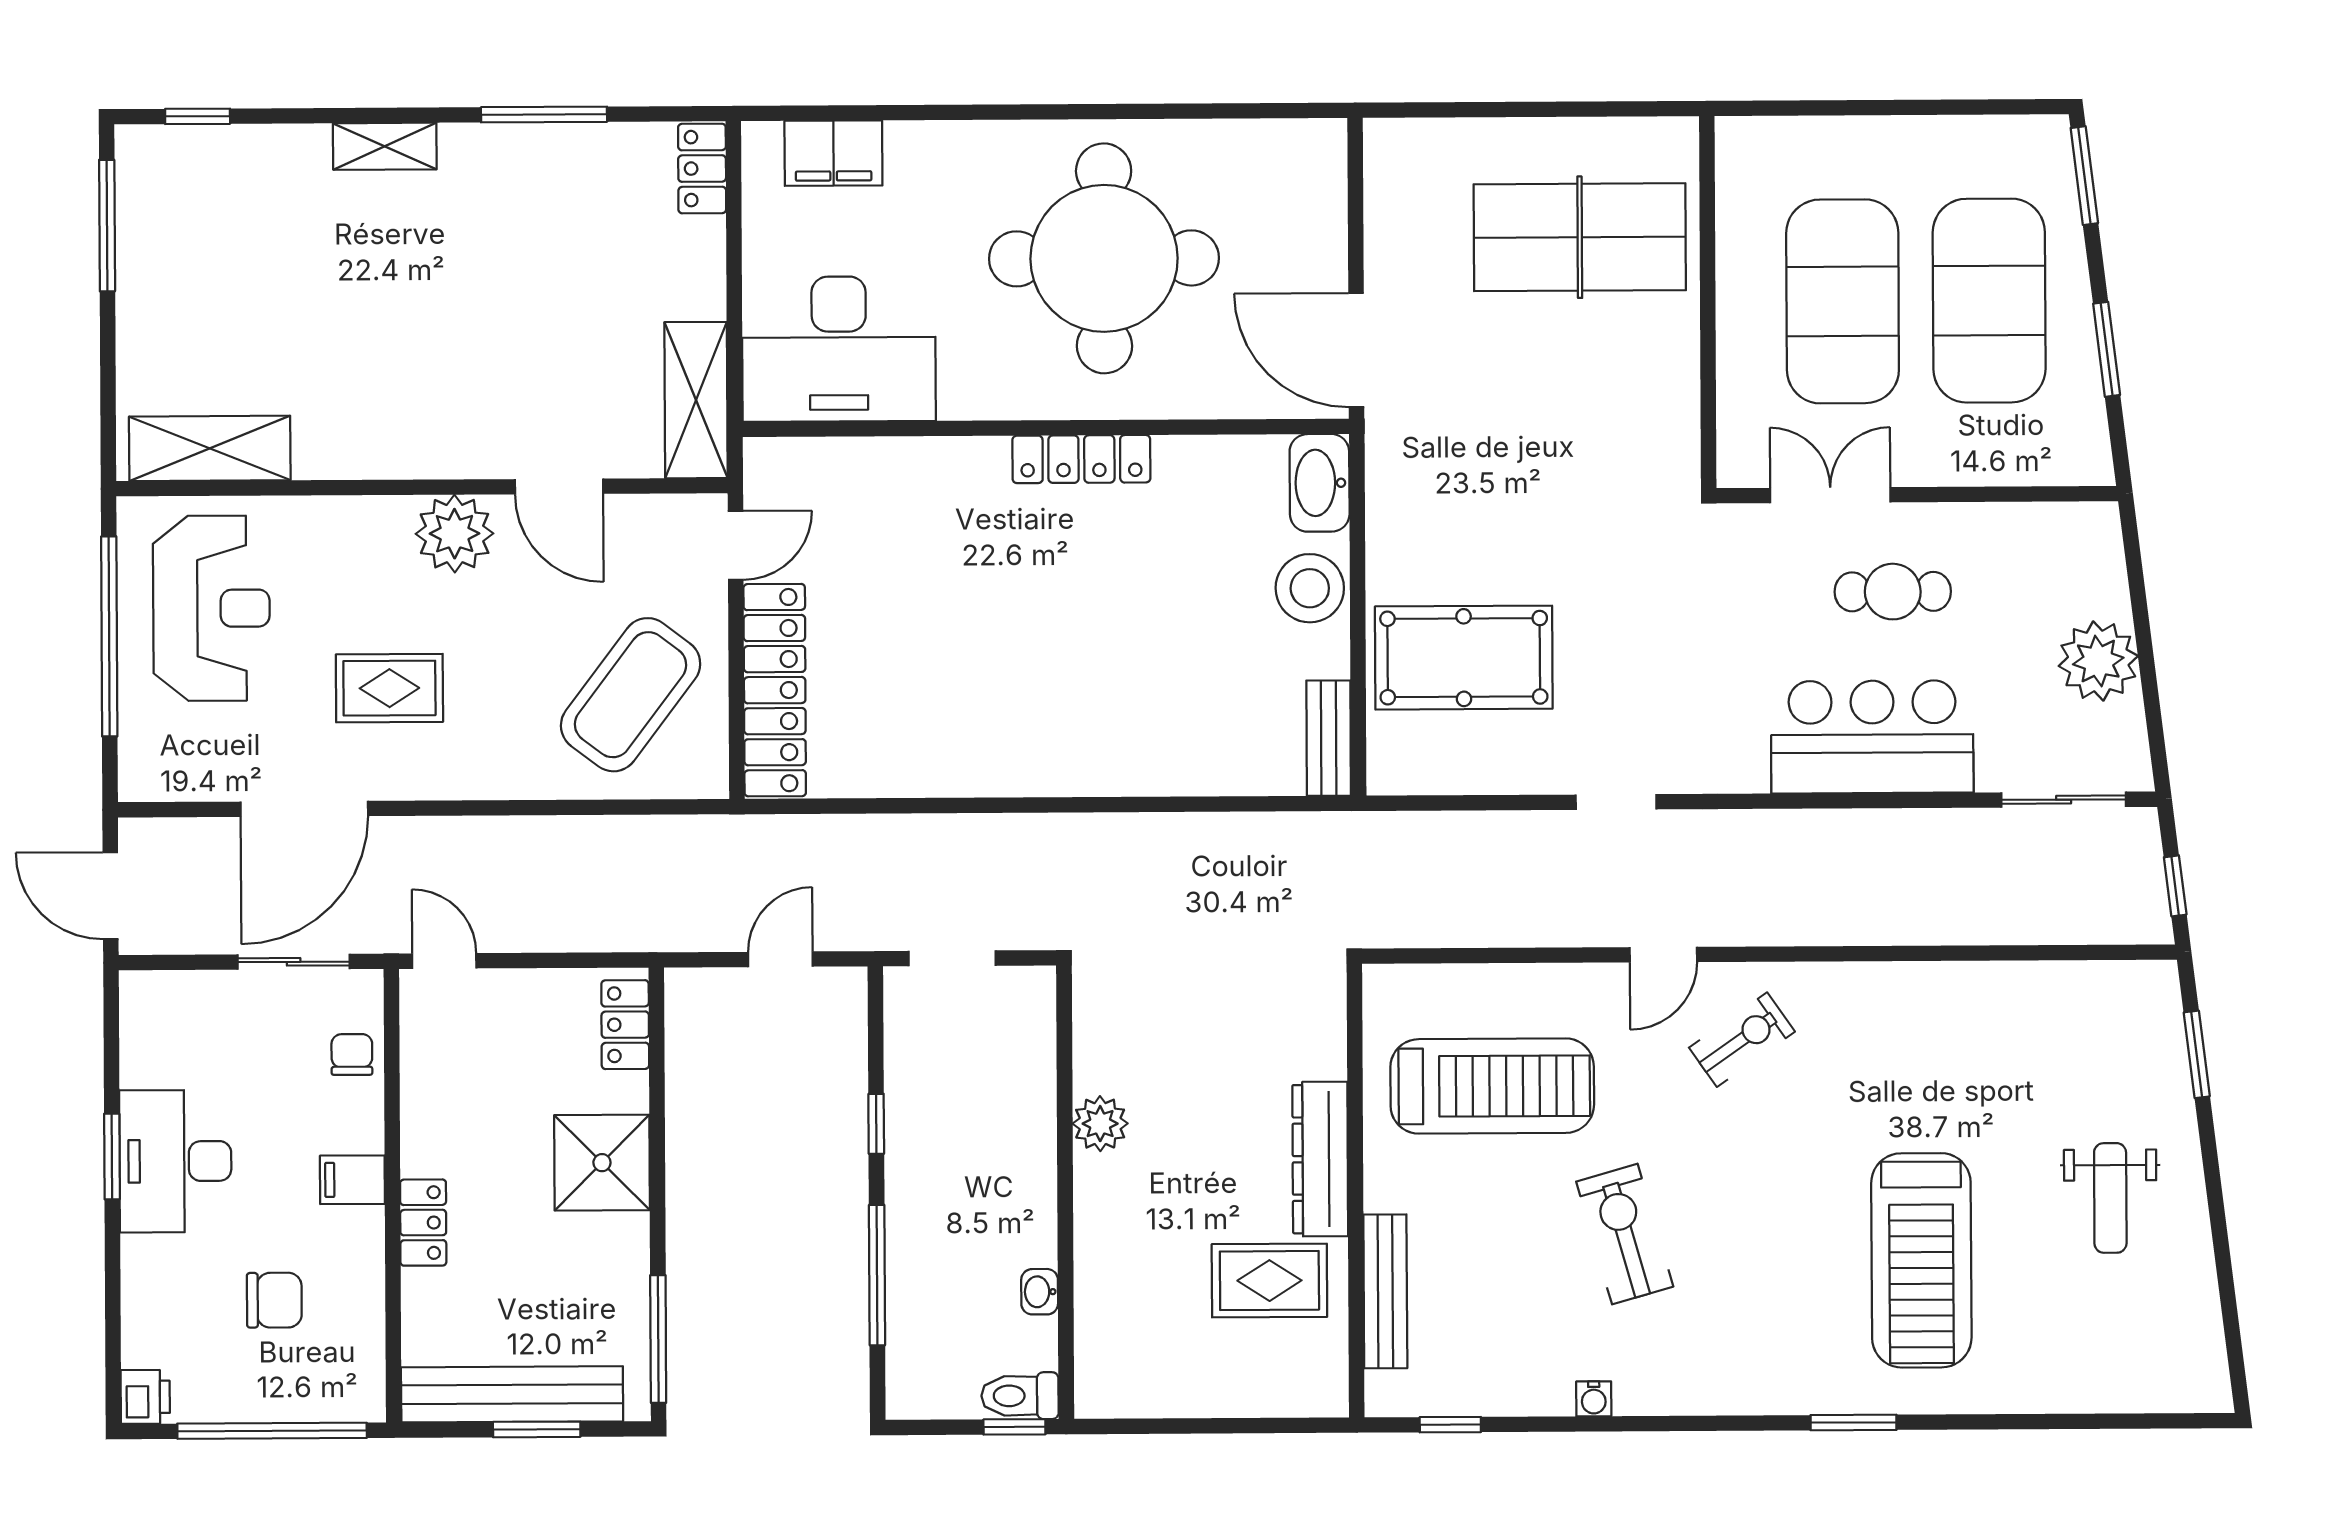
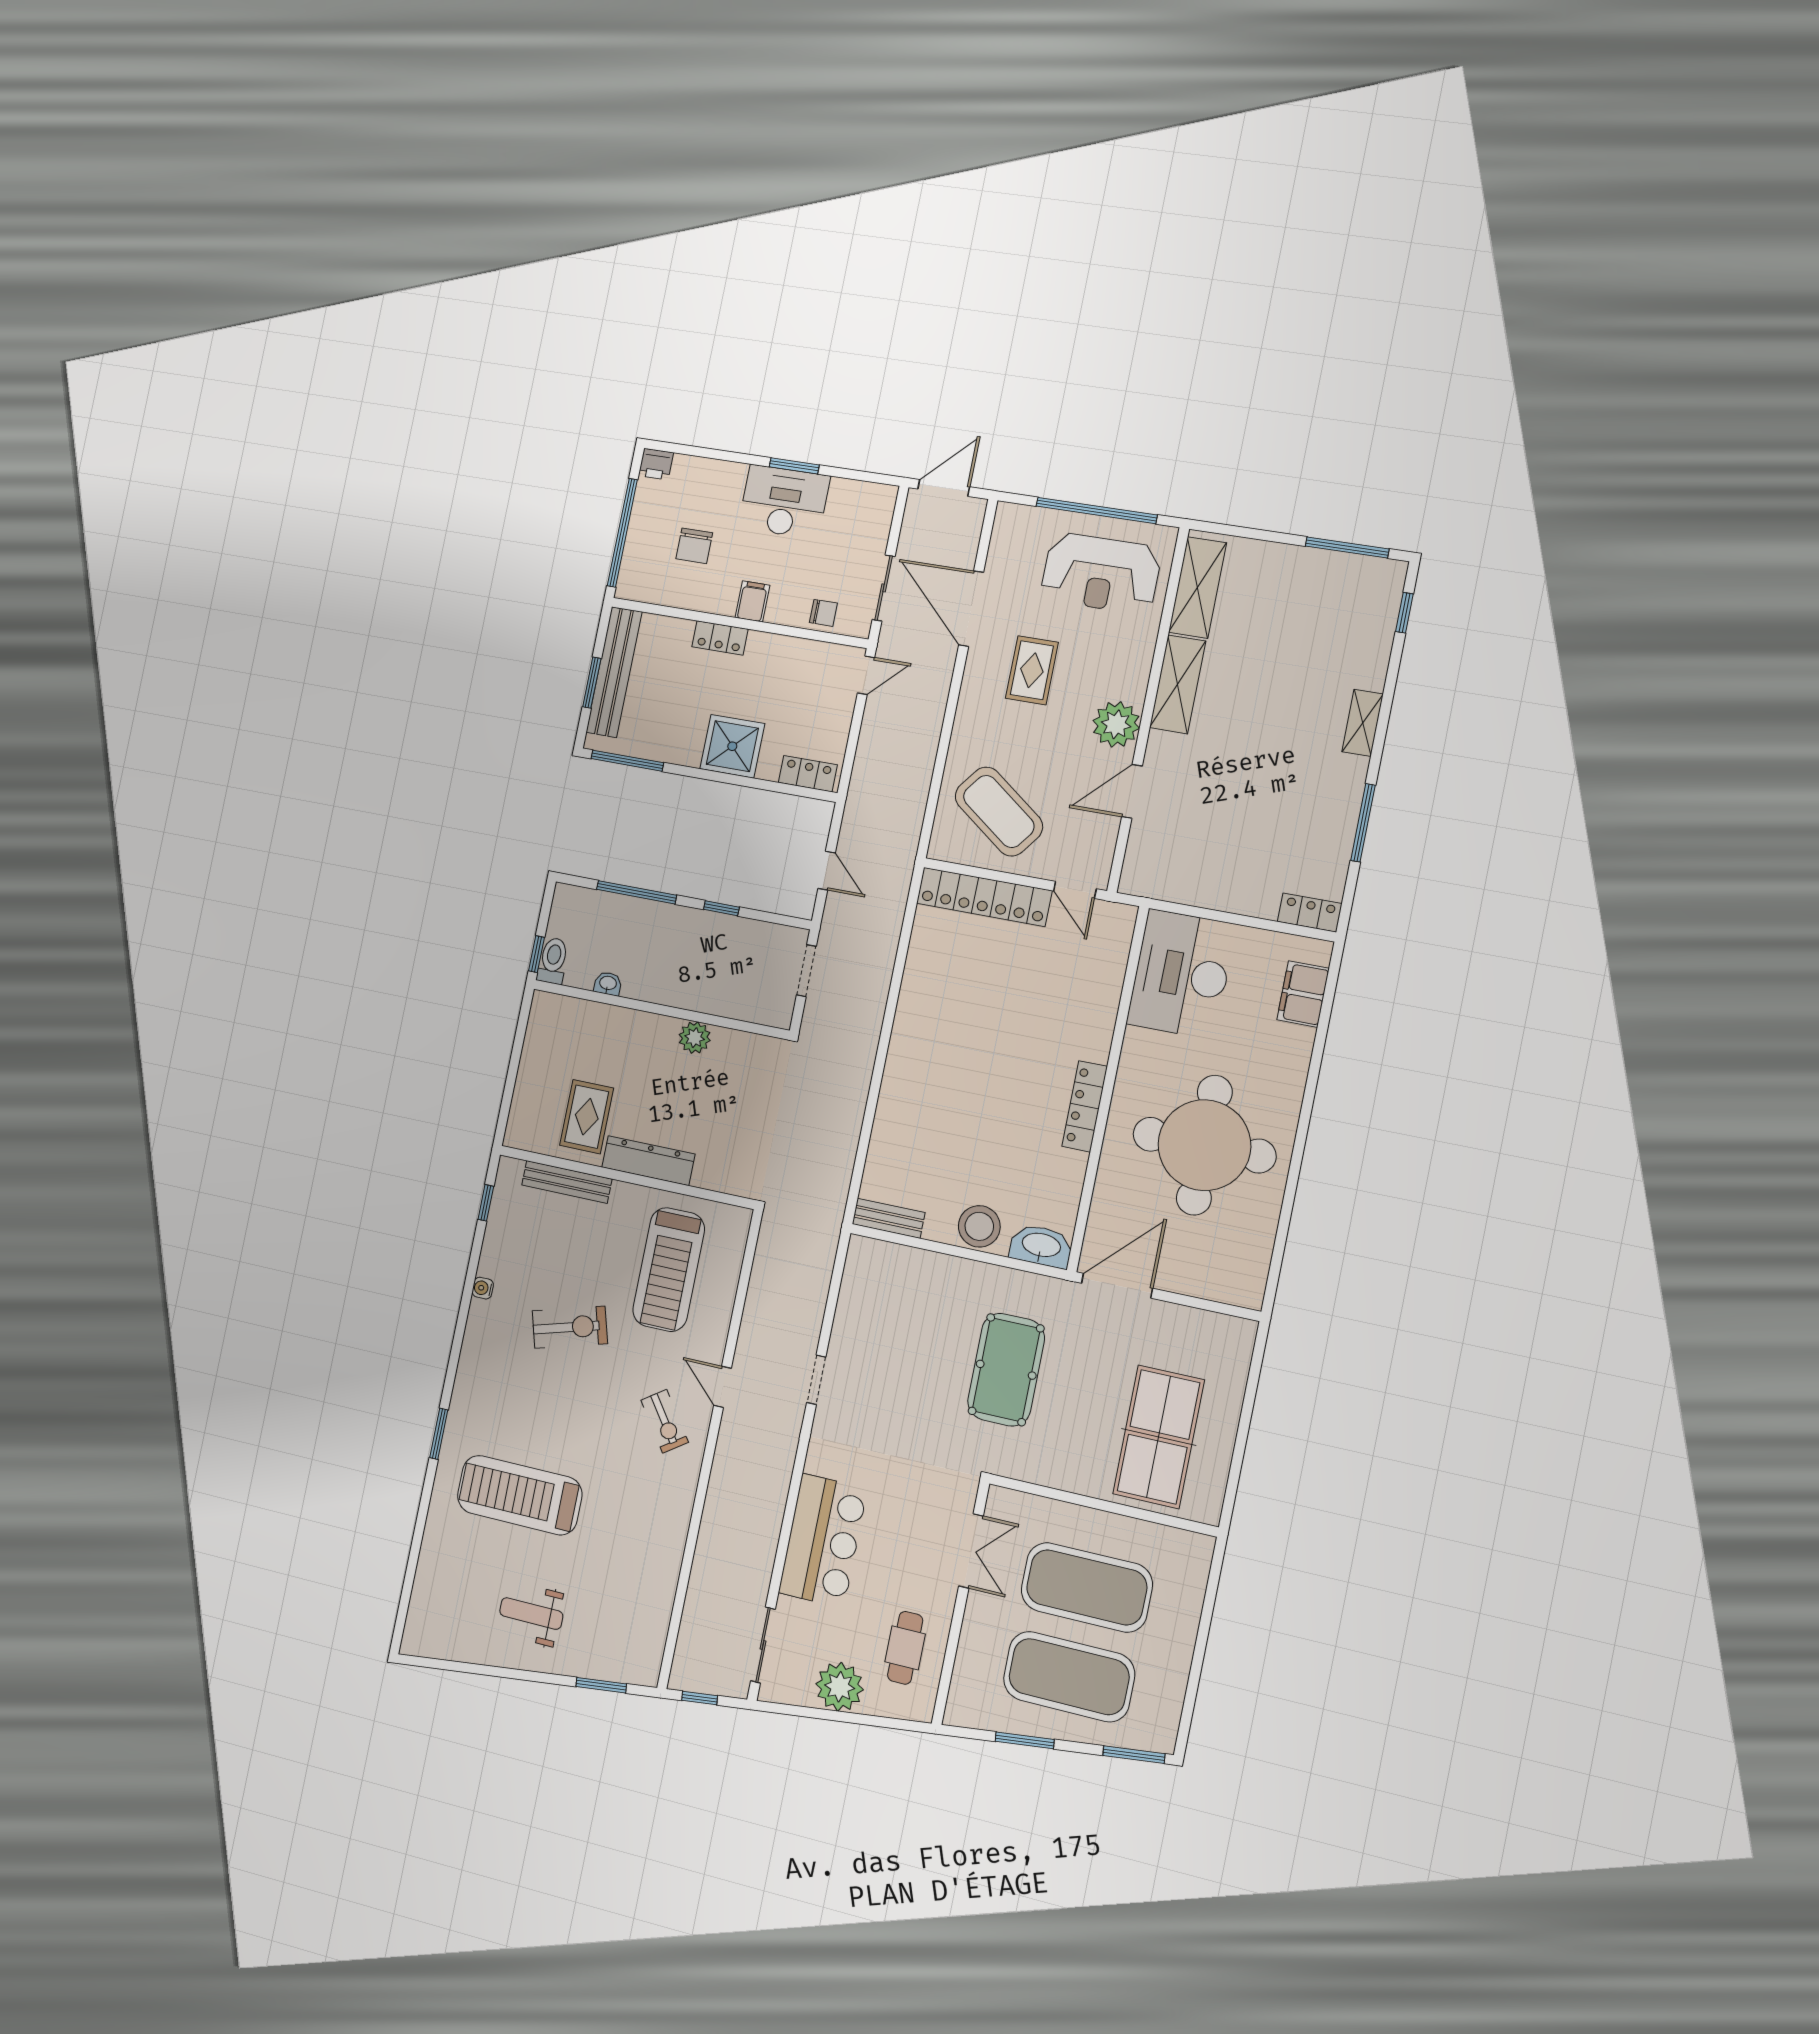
shelving: (696, 400) -> (1178, 684), moved, turned 90
cafe table: (1893, 592) -> (905, 1648), moved
pool table: (1464, 658) -> (1006, 1370), moved

